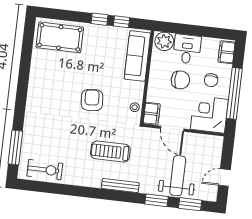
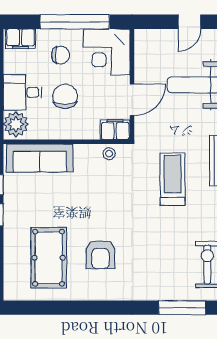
pool table: (60, 37) -> (49, 258), moved
armchair: (92, 100) -> (100, 254), moved, turned -86
treadmill: (110, 152) -> (173, 179), turned 180
door: (224, 177) -> (189, 22), hinge flipped

